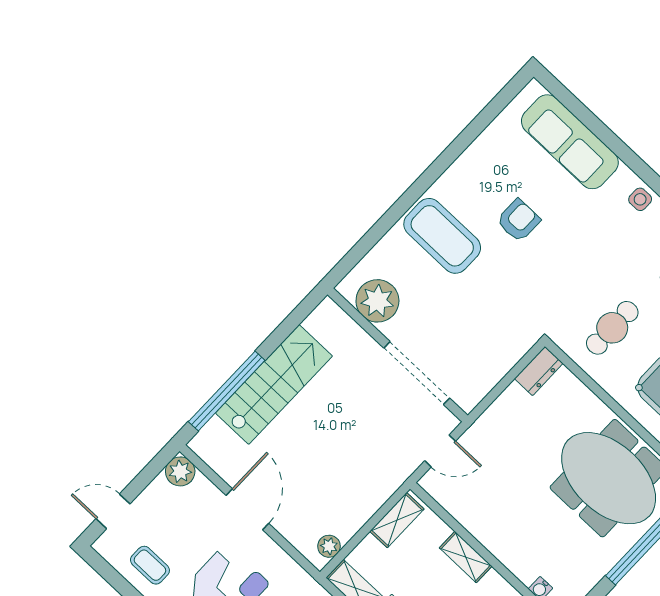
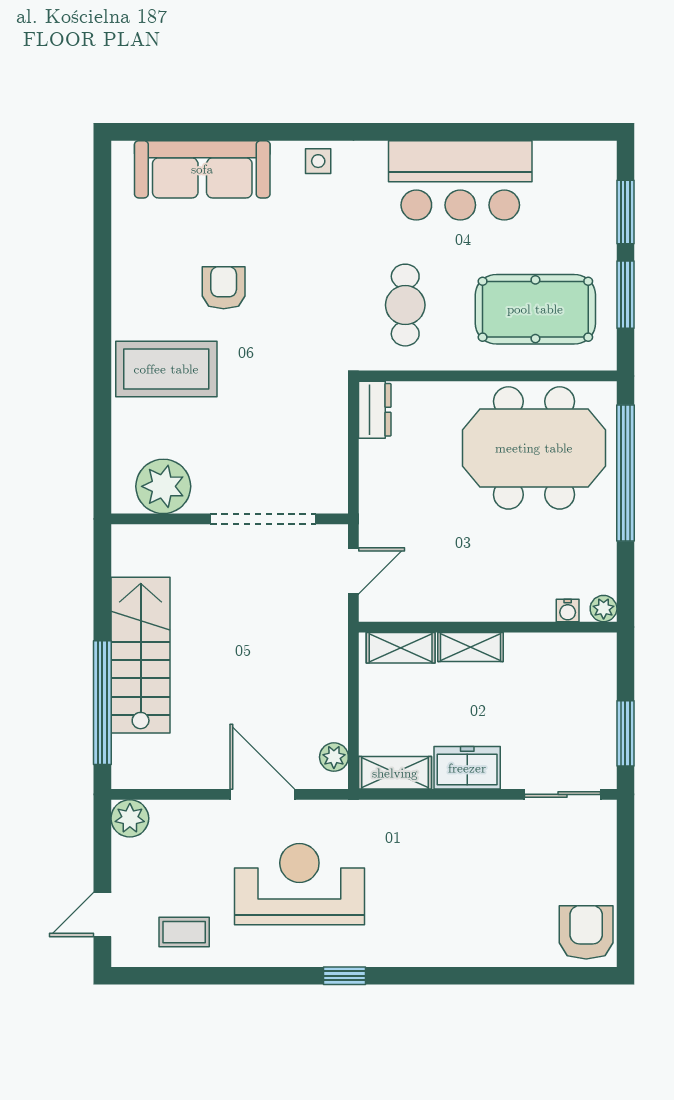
door: (247, 509) -> (262, 794), moved
shelving: (397, 520) -> (401, 648), moved, turned 90

